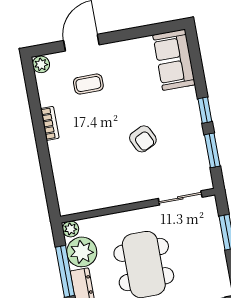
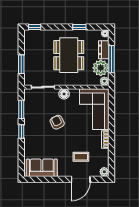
sofa: (174, 60) -> (42, 168), moved, turned -90
corner sofa: (80, 175) -> (94, 109), added
floor lamp: (140, 192) -> (64, 94), added

